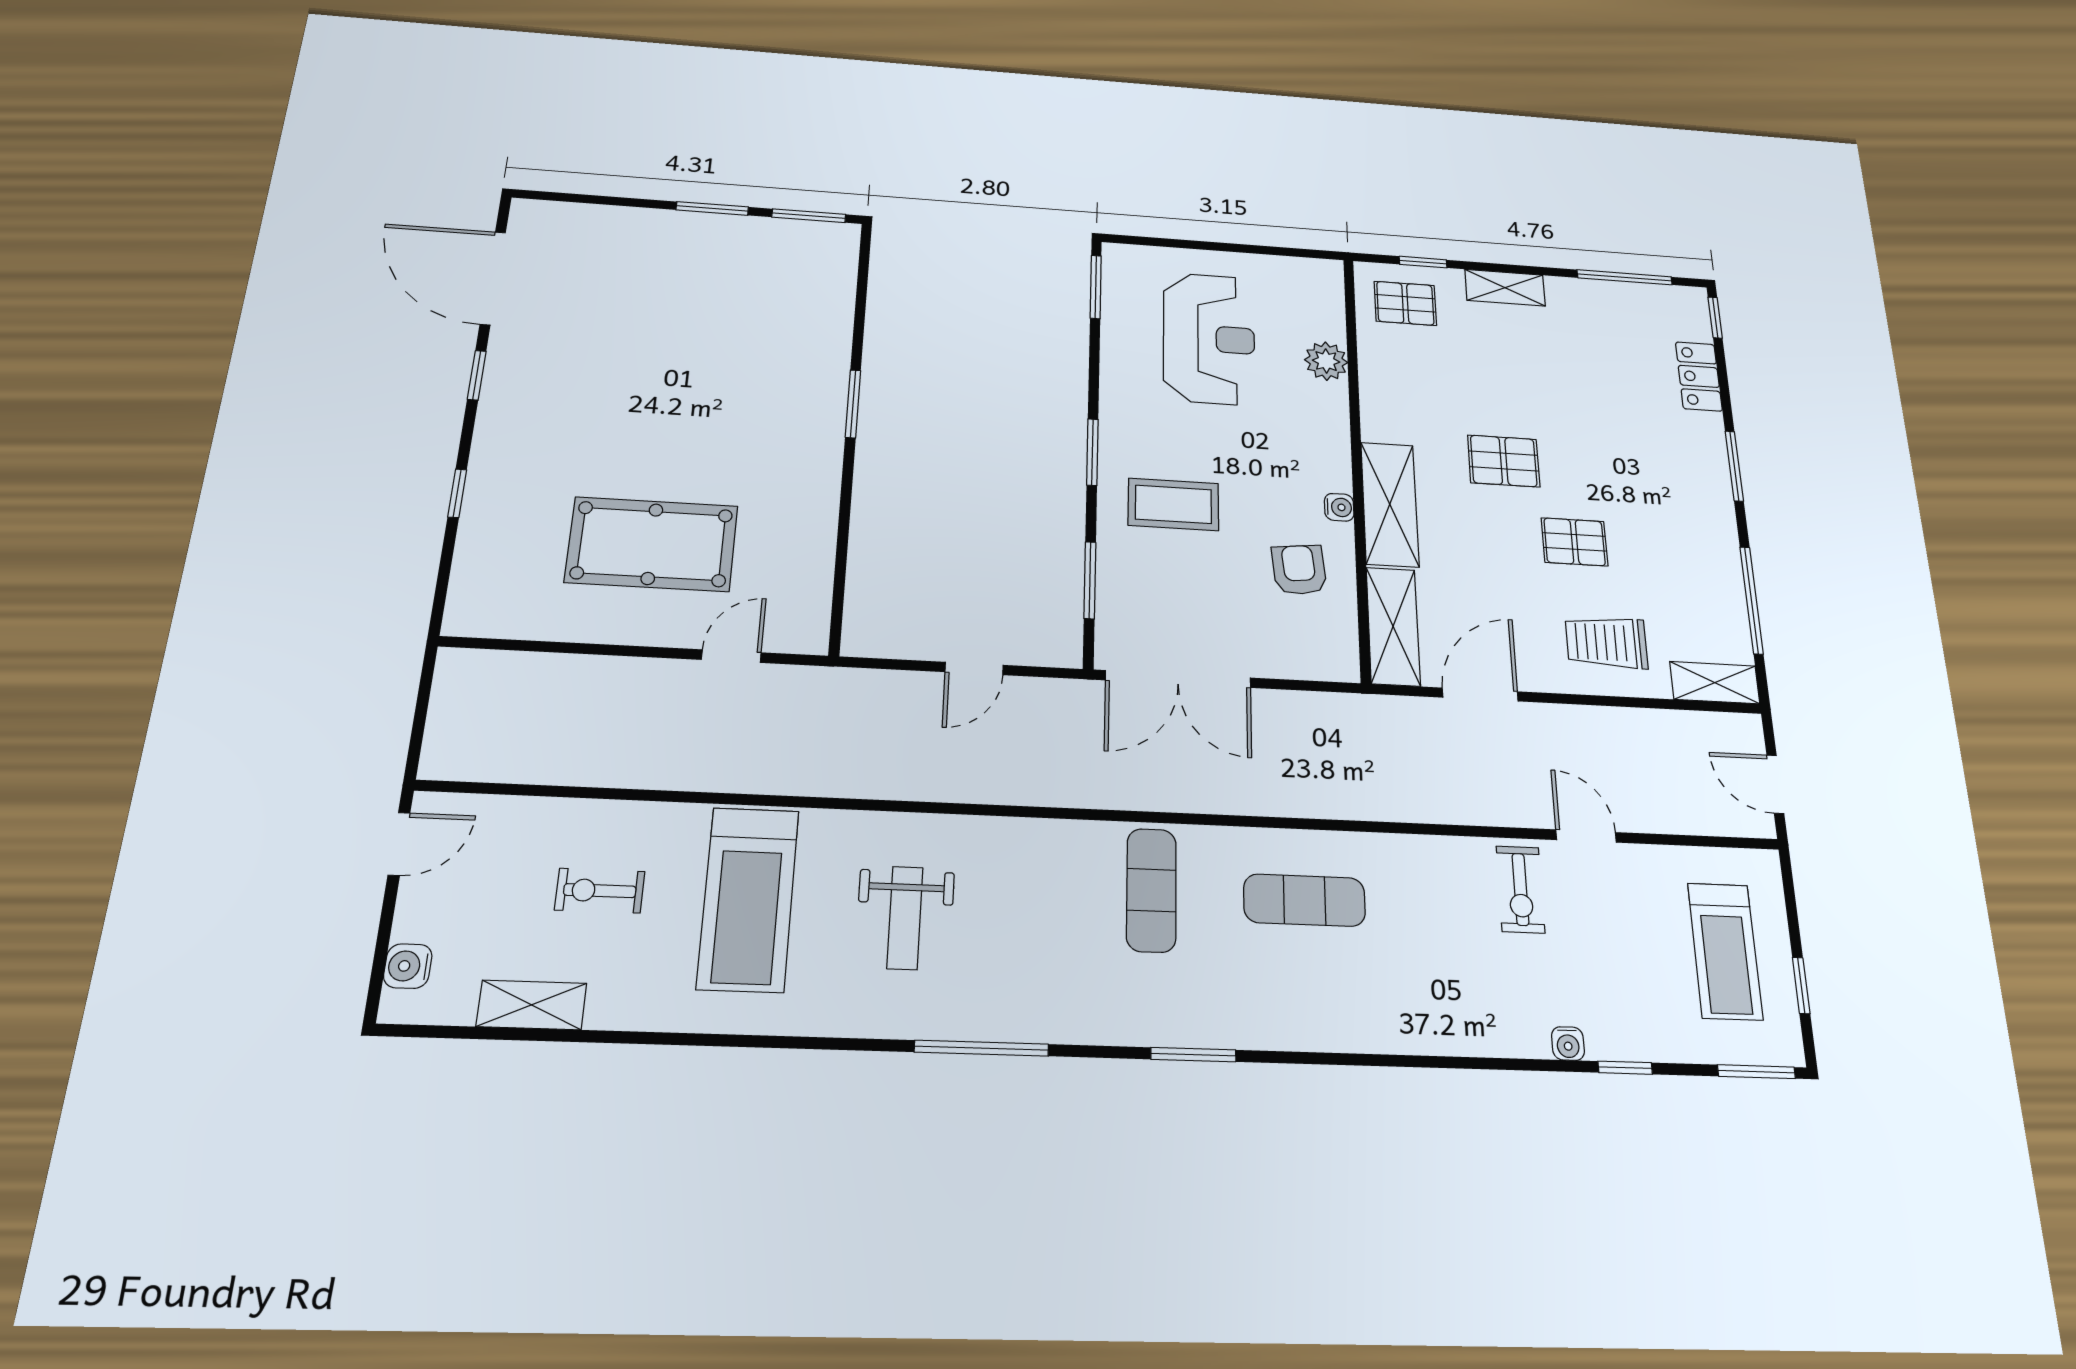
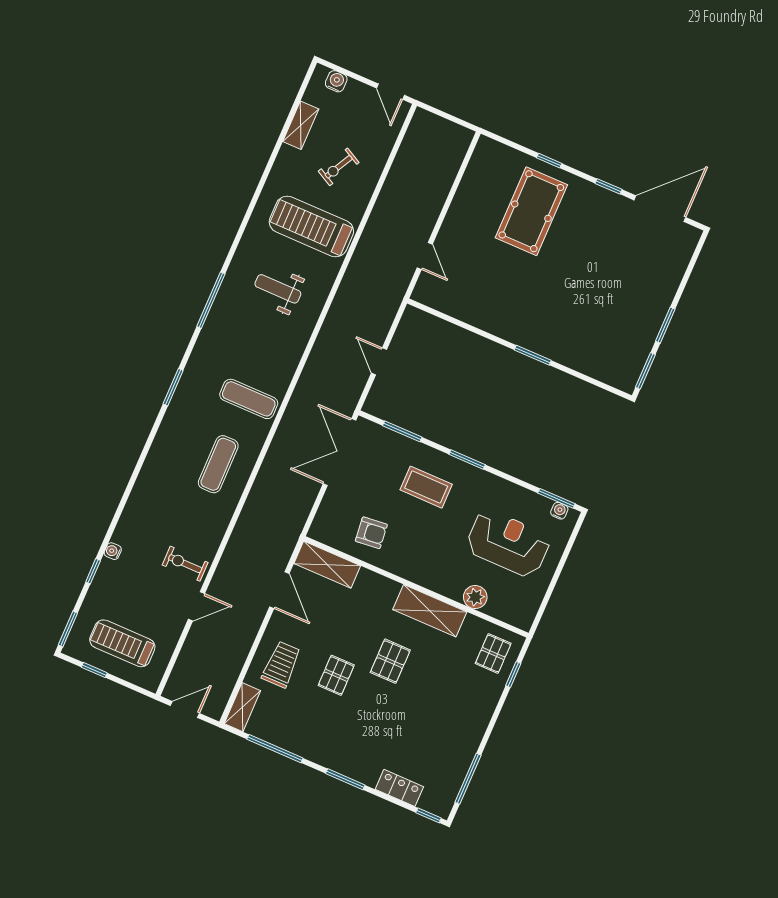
shelving: (1505, 288) -> (484, 711), removed
reception desk: (1209, 338) -> (508, 543), turned 180
coffee table: (1173, 504) -> (426, 487), turned 90
shelving: (1390, 504) -> (430, 611), moved
water cooler: (1339, 507) -> (559, 511), moved, turned 180
pool table: (652, 544) -> (531, 211), moved
exercise bike: (600, 891) -> (339, 167), turned -152

